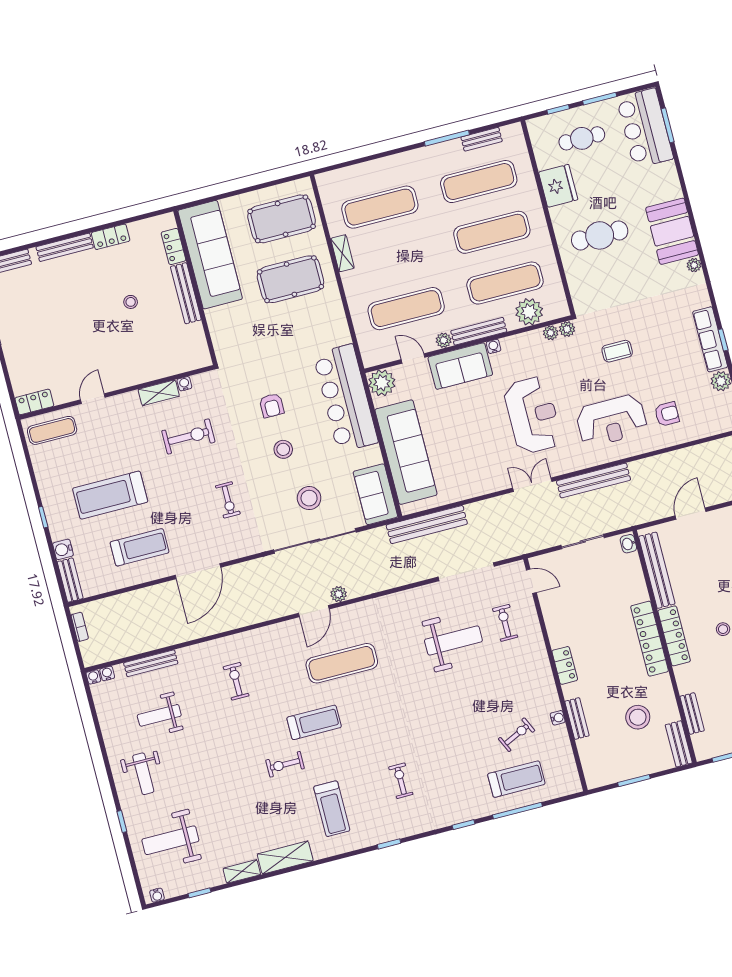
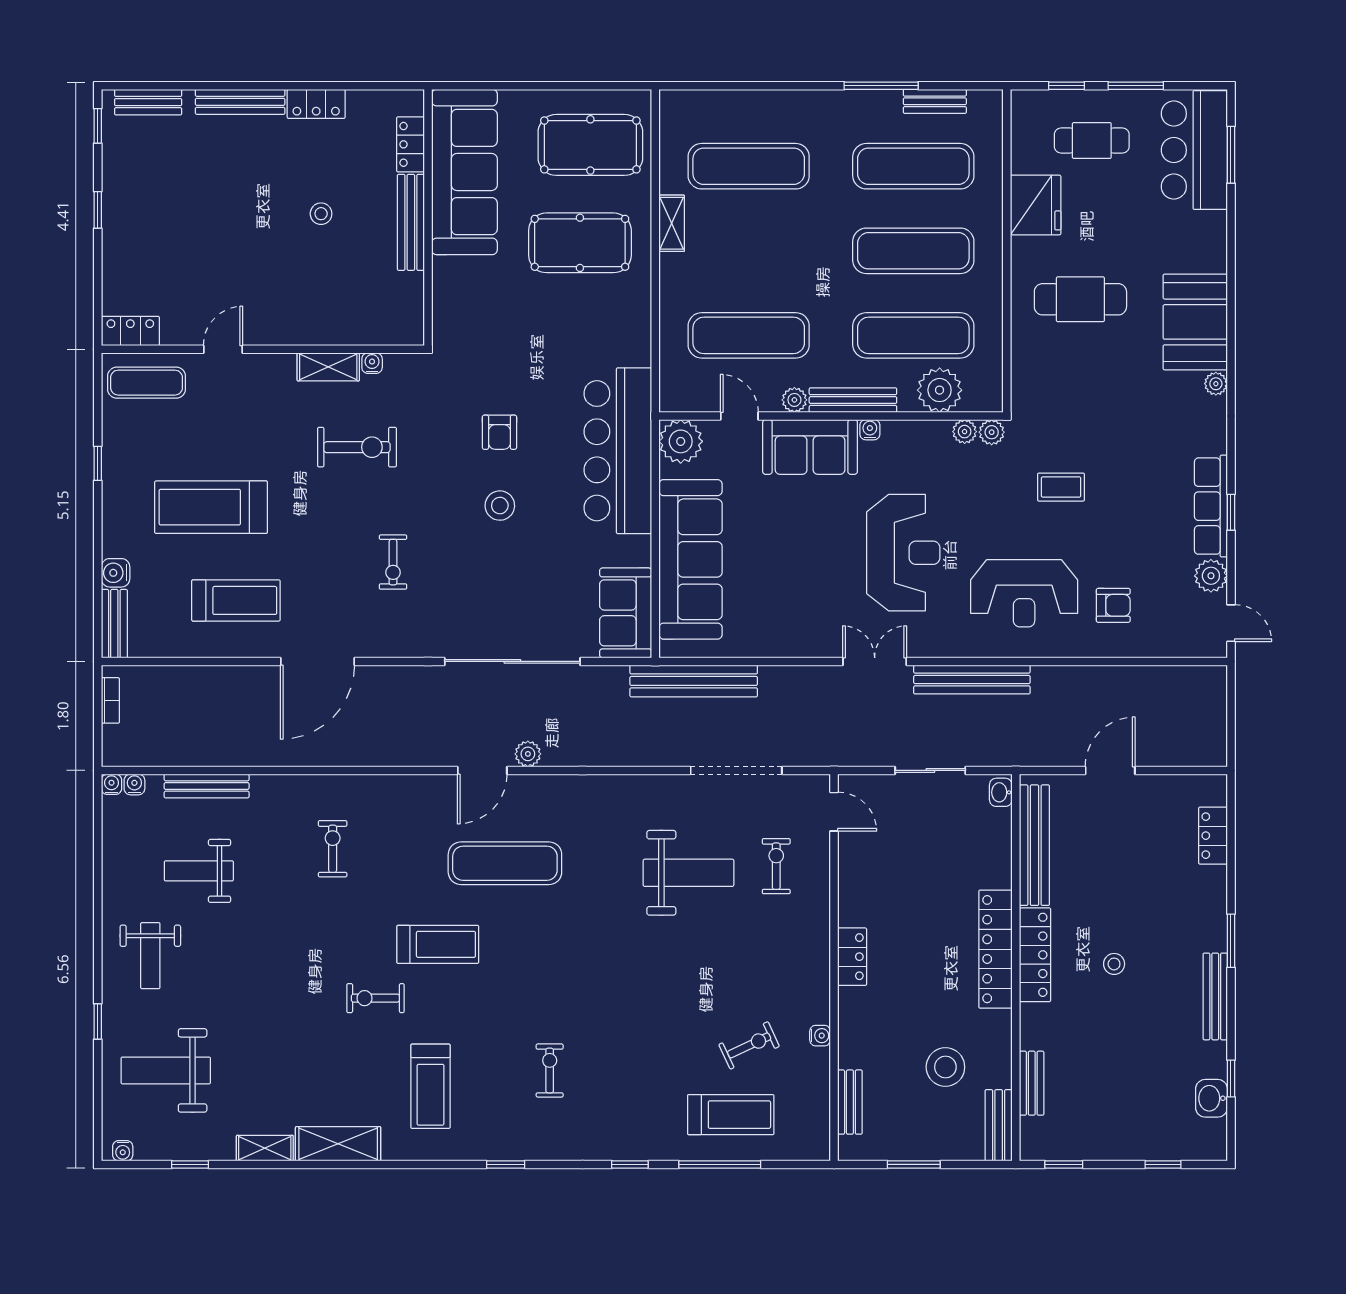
stool: (309, 498) -> (521, 592), removed
window: (43, 517) -> (98, 463), moved
bench: (577, 719) -> (850, 1102), moved

